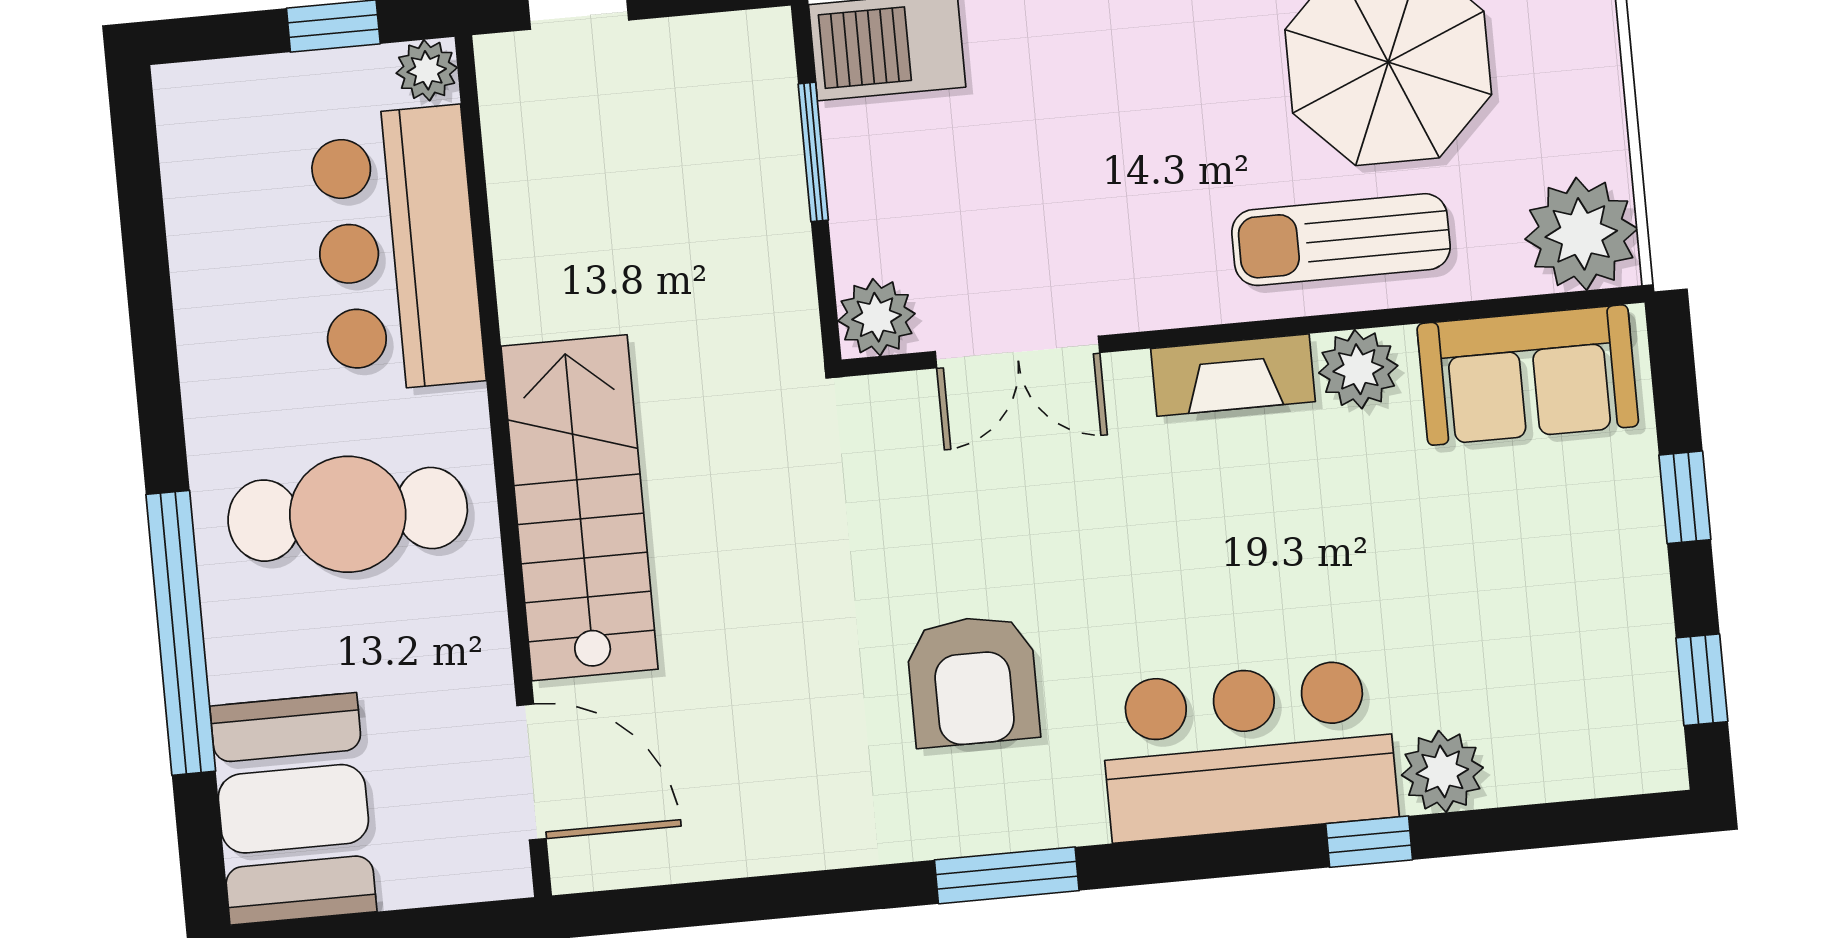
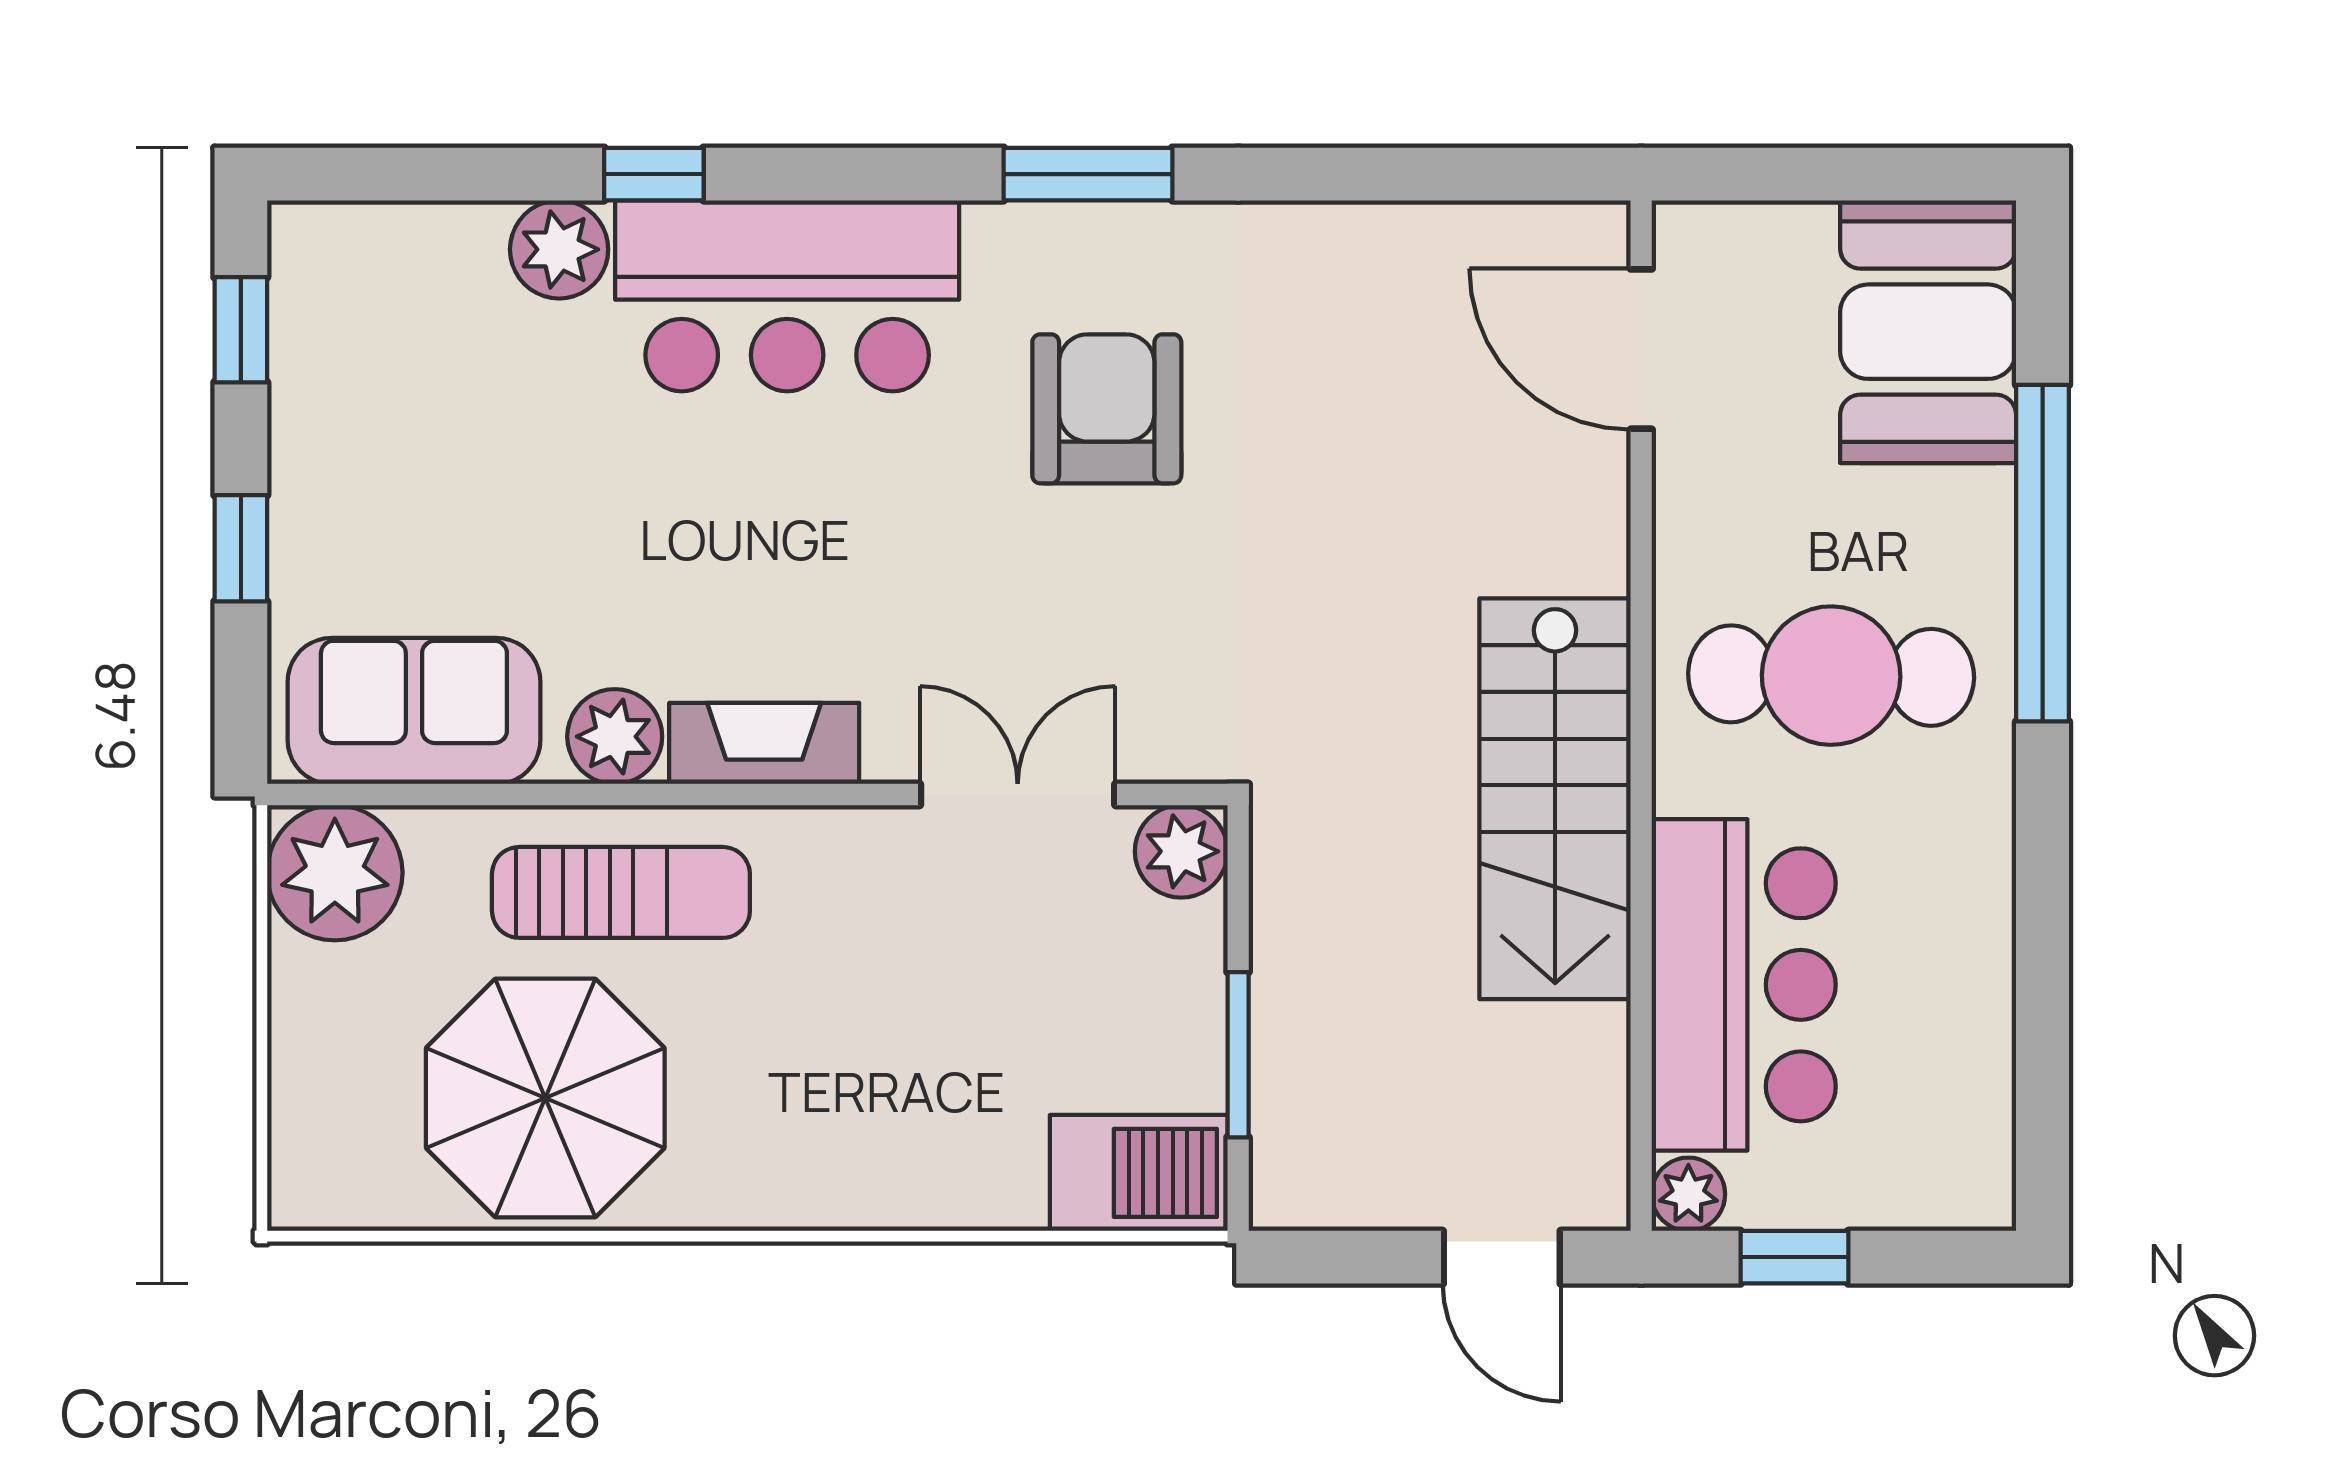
stairs: (580, 508) -> (1555, 799), moved

